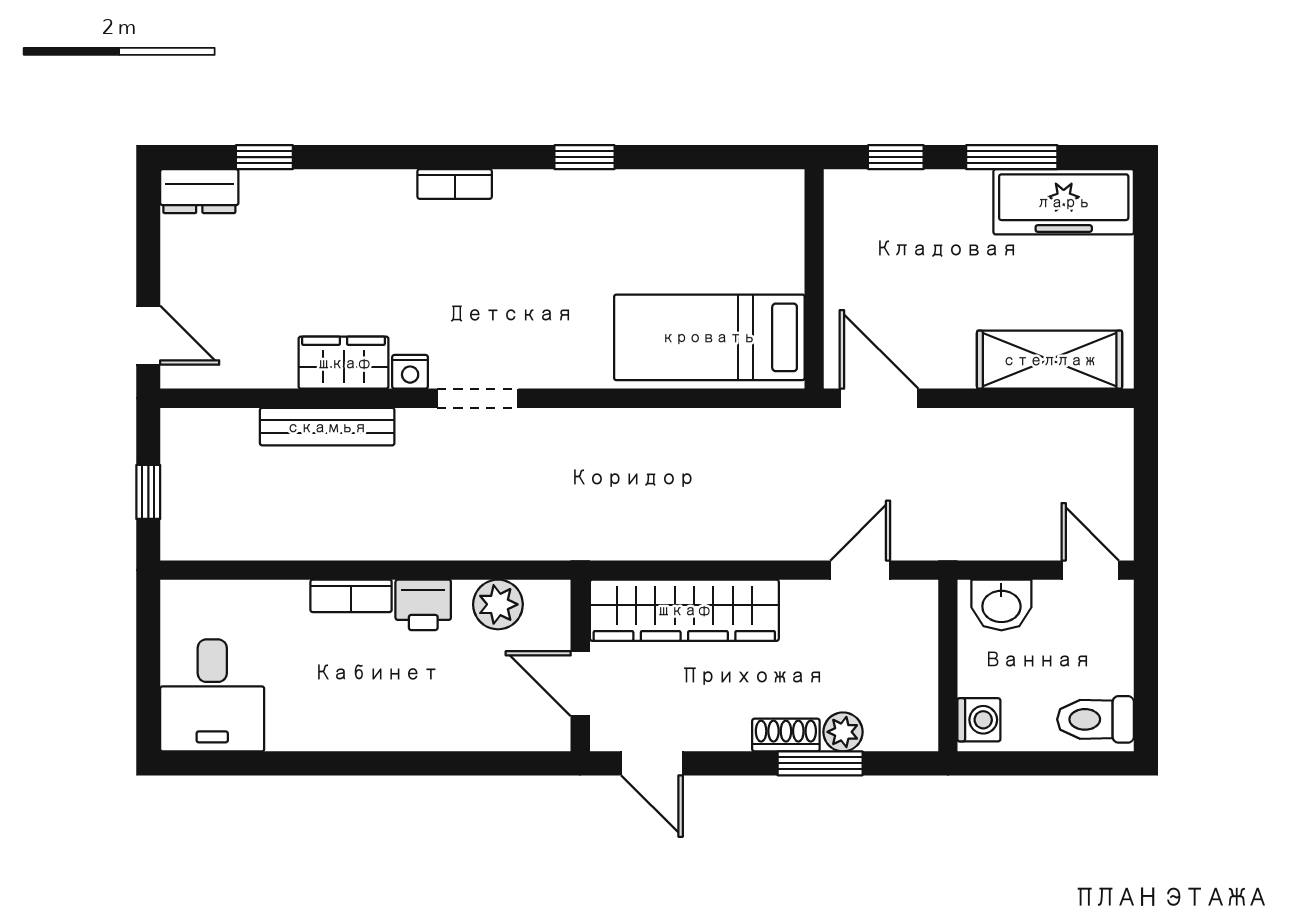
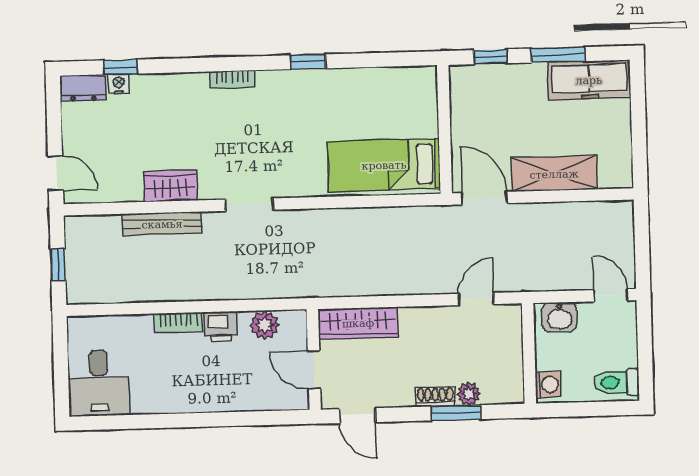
shelving: (1050, 360) -> (554, 174), moved
nightstand: (410, 372) -> (119, 84), moved, turned 180
wardrobe: (684, 610) -> (358, 323), width x0.71, depth x0.85

